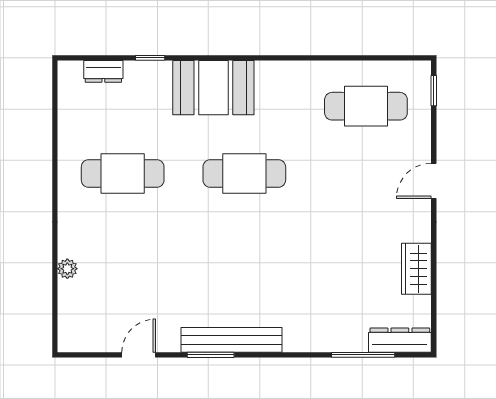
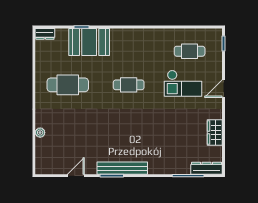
dresser: (103, 71) -> (45, 34), moved
booth: (213, 88) -> (89, 42), moved
cafe table: (366, 106) -> (190, 51), width x0.73, depth x0.74
checkout: (353, 170) -> (183, 83), added
cafe table: (244, 173) -> (129, 85), width x0.73, depth x0.74

